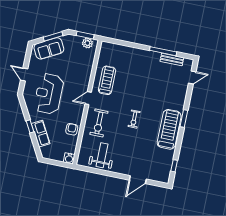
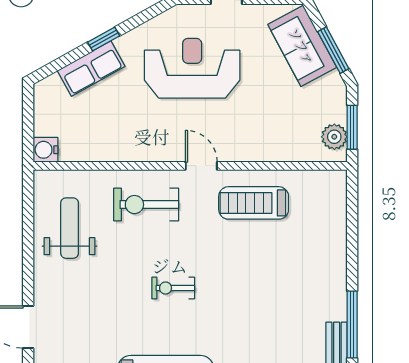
treadmill: (107, 80) -> (254, 203), turned 180
armchair: (72, 129) -> (117, 142), removed
weight bench: (102, 155) -> (70, 228), turned -90

